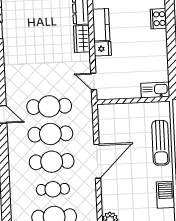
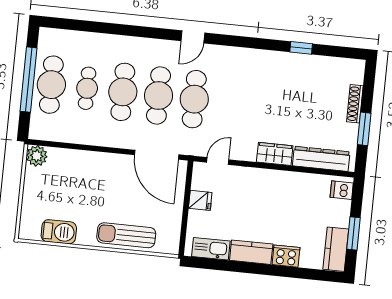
kitchen counter: (101, 25) -> (251, 252), moved, turned 180
fridge: (103, 49) -> (200, 200), moved, turned -90
kitchen sink: (155, 90) -> (211, 249), moved, turned -90
door: (97, 161) -> (157, 155), moved

